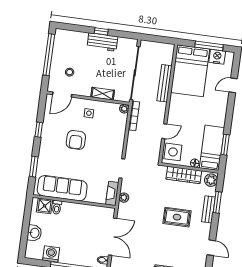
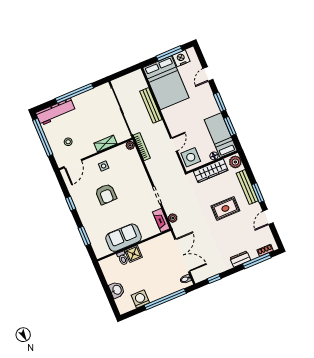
window: (101, 31) -> (74, 93), width x3.17
workbench: (102, 42) -> (56, 112), moved, width x1.38
window: (229, 117) -> (220, 102), added
sofa: (62, 188) -> (123, 238), width x0.73
window: (217, 202) -> (258, 193), moved
shower: (45, 206) -> (134, 254), moved
bench: (208, 209) -> (247, 187), width x1.36
door: (211, 248) -> (268, 217), swing flipped

